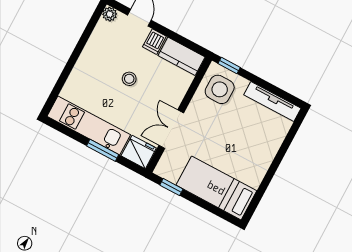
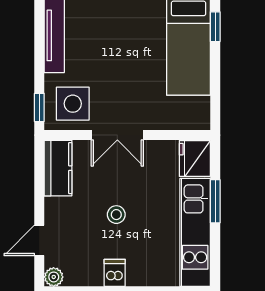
dishwasher: (154, 42) -> (115, 273), moved, turned -90
double door: (171, 129) -> (117, 135), moved
window: (171, 187) -> (215, 27), moved

